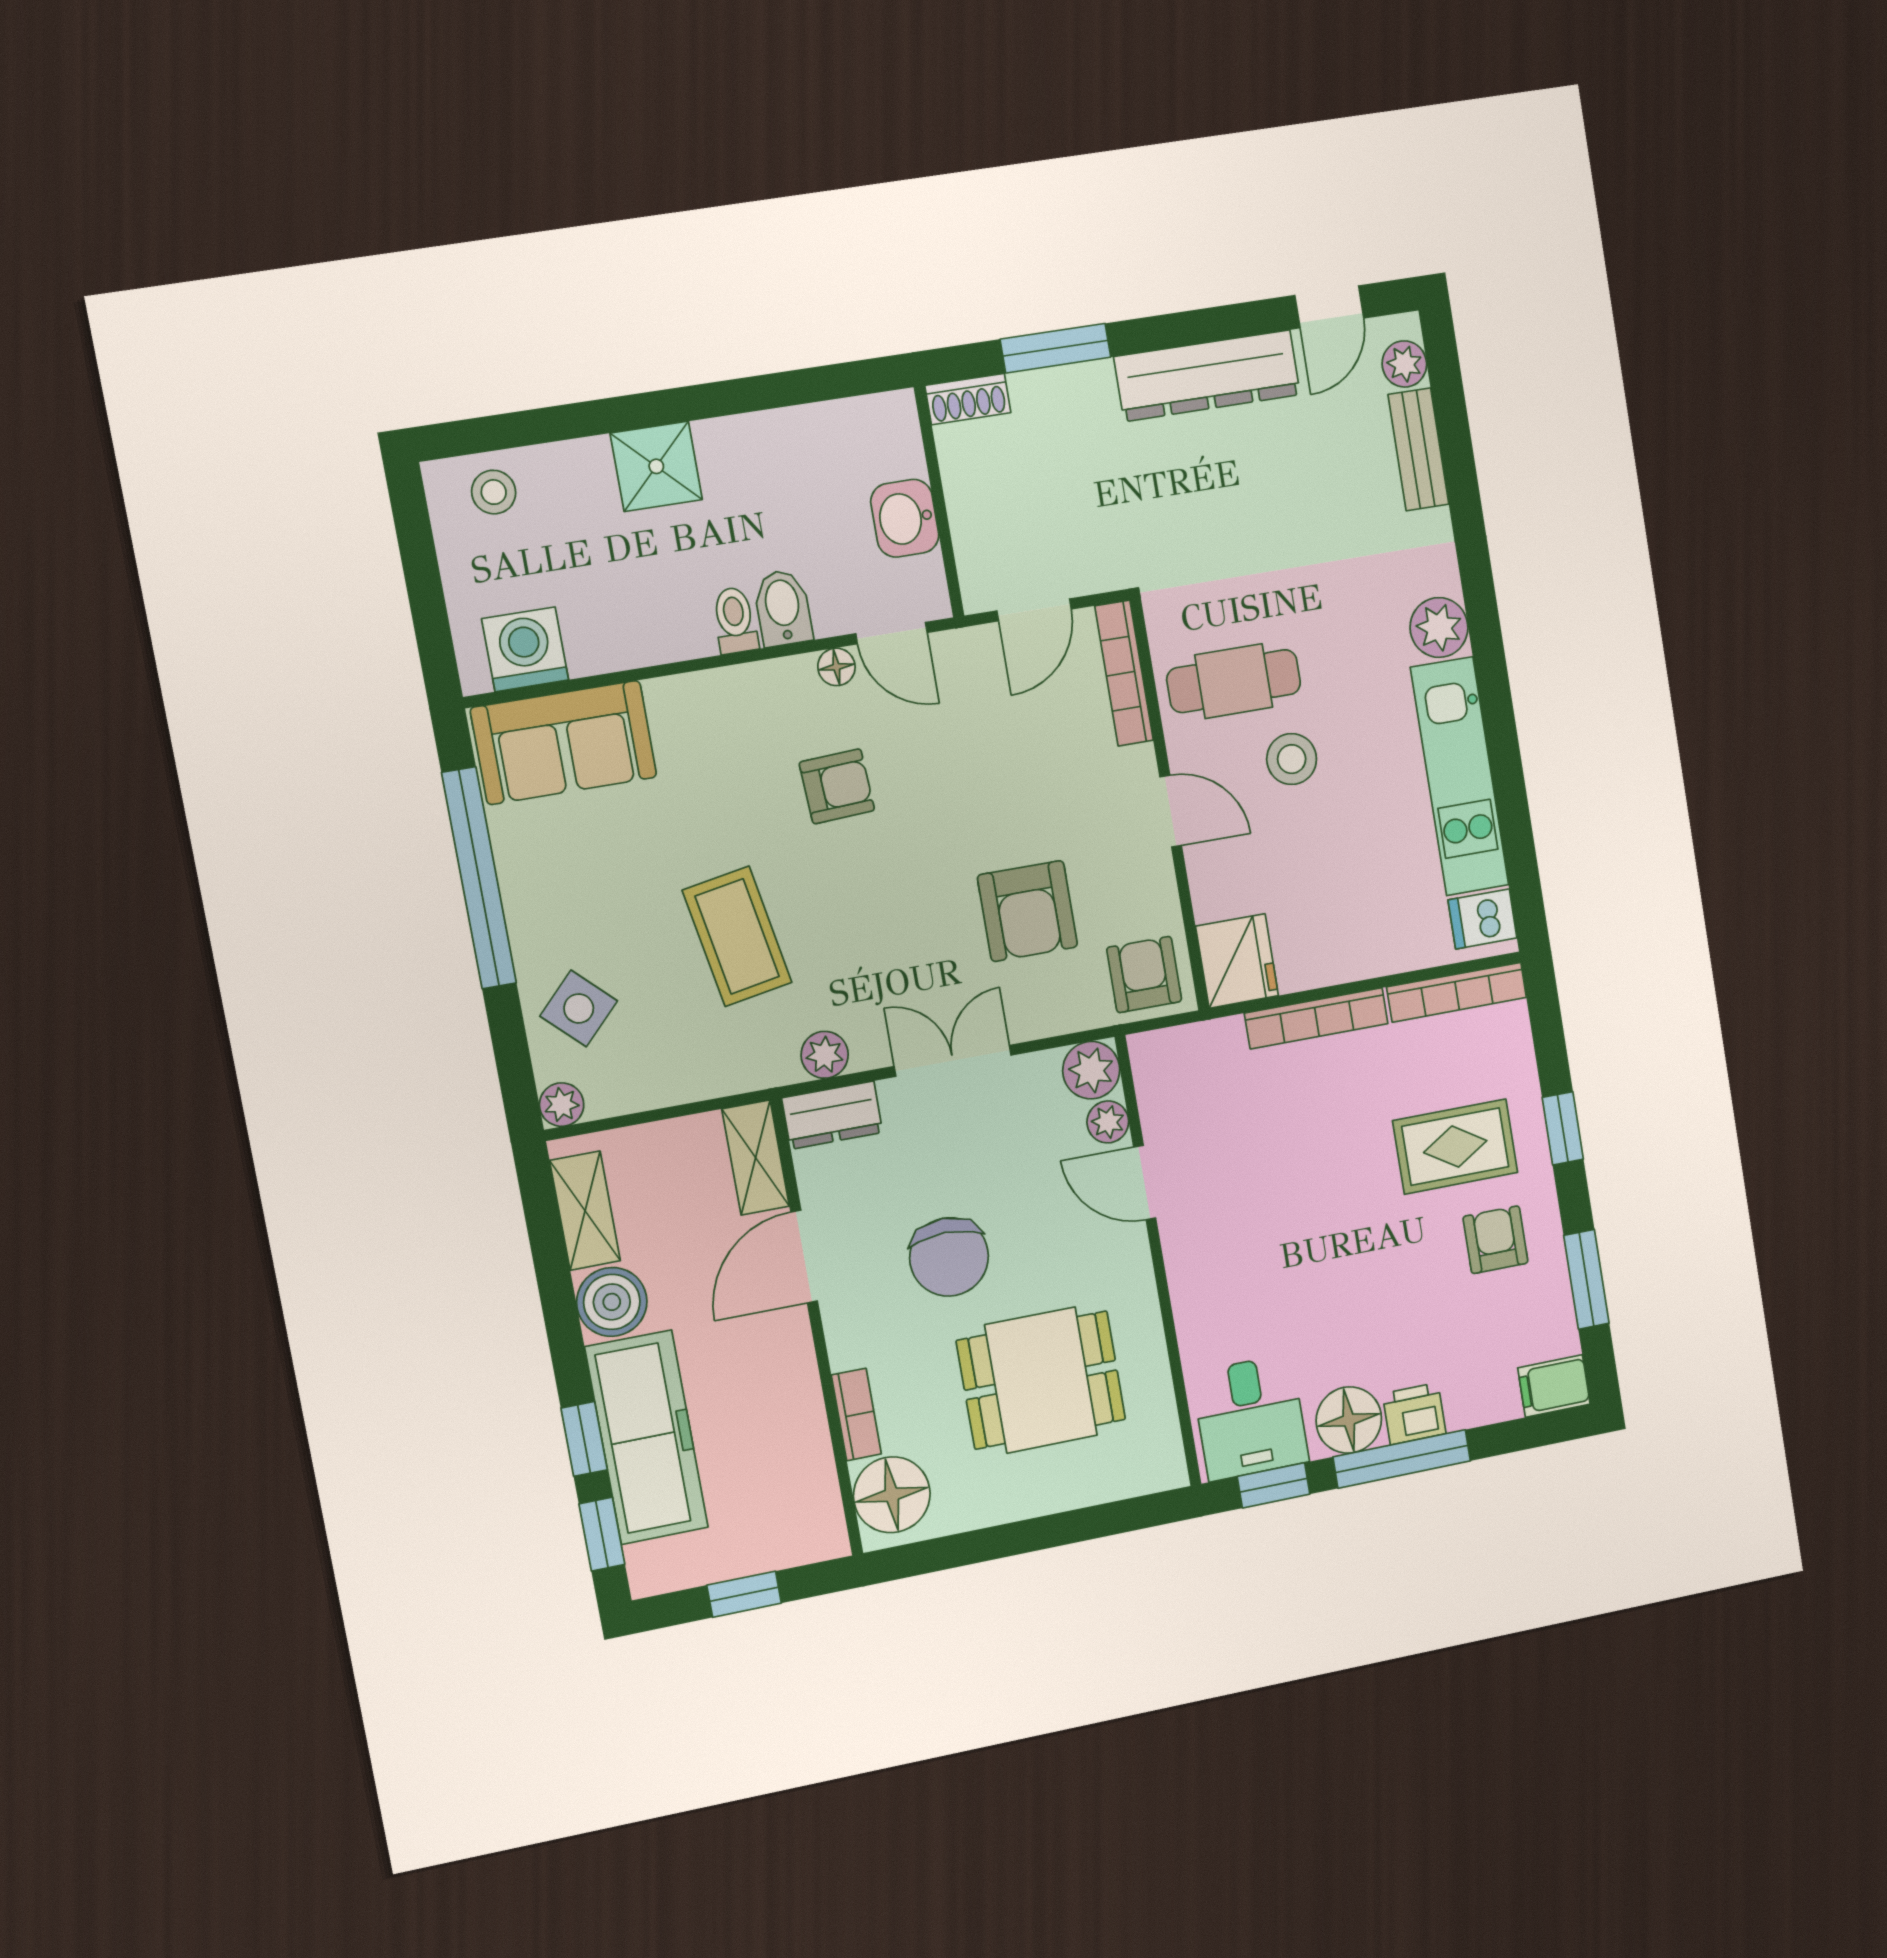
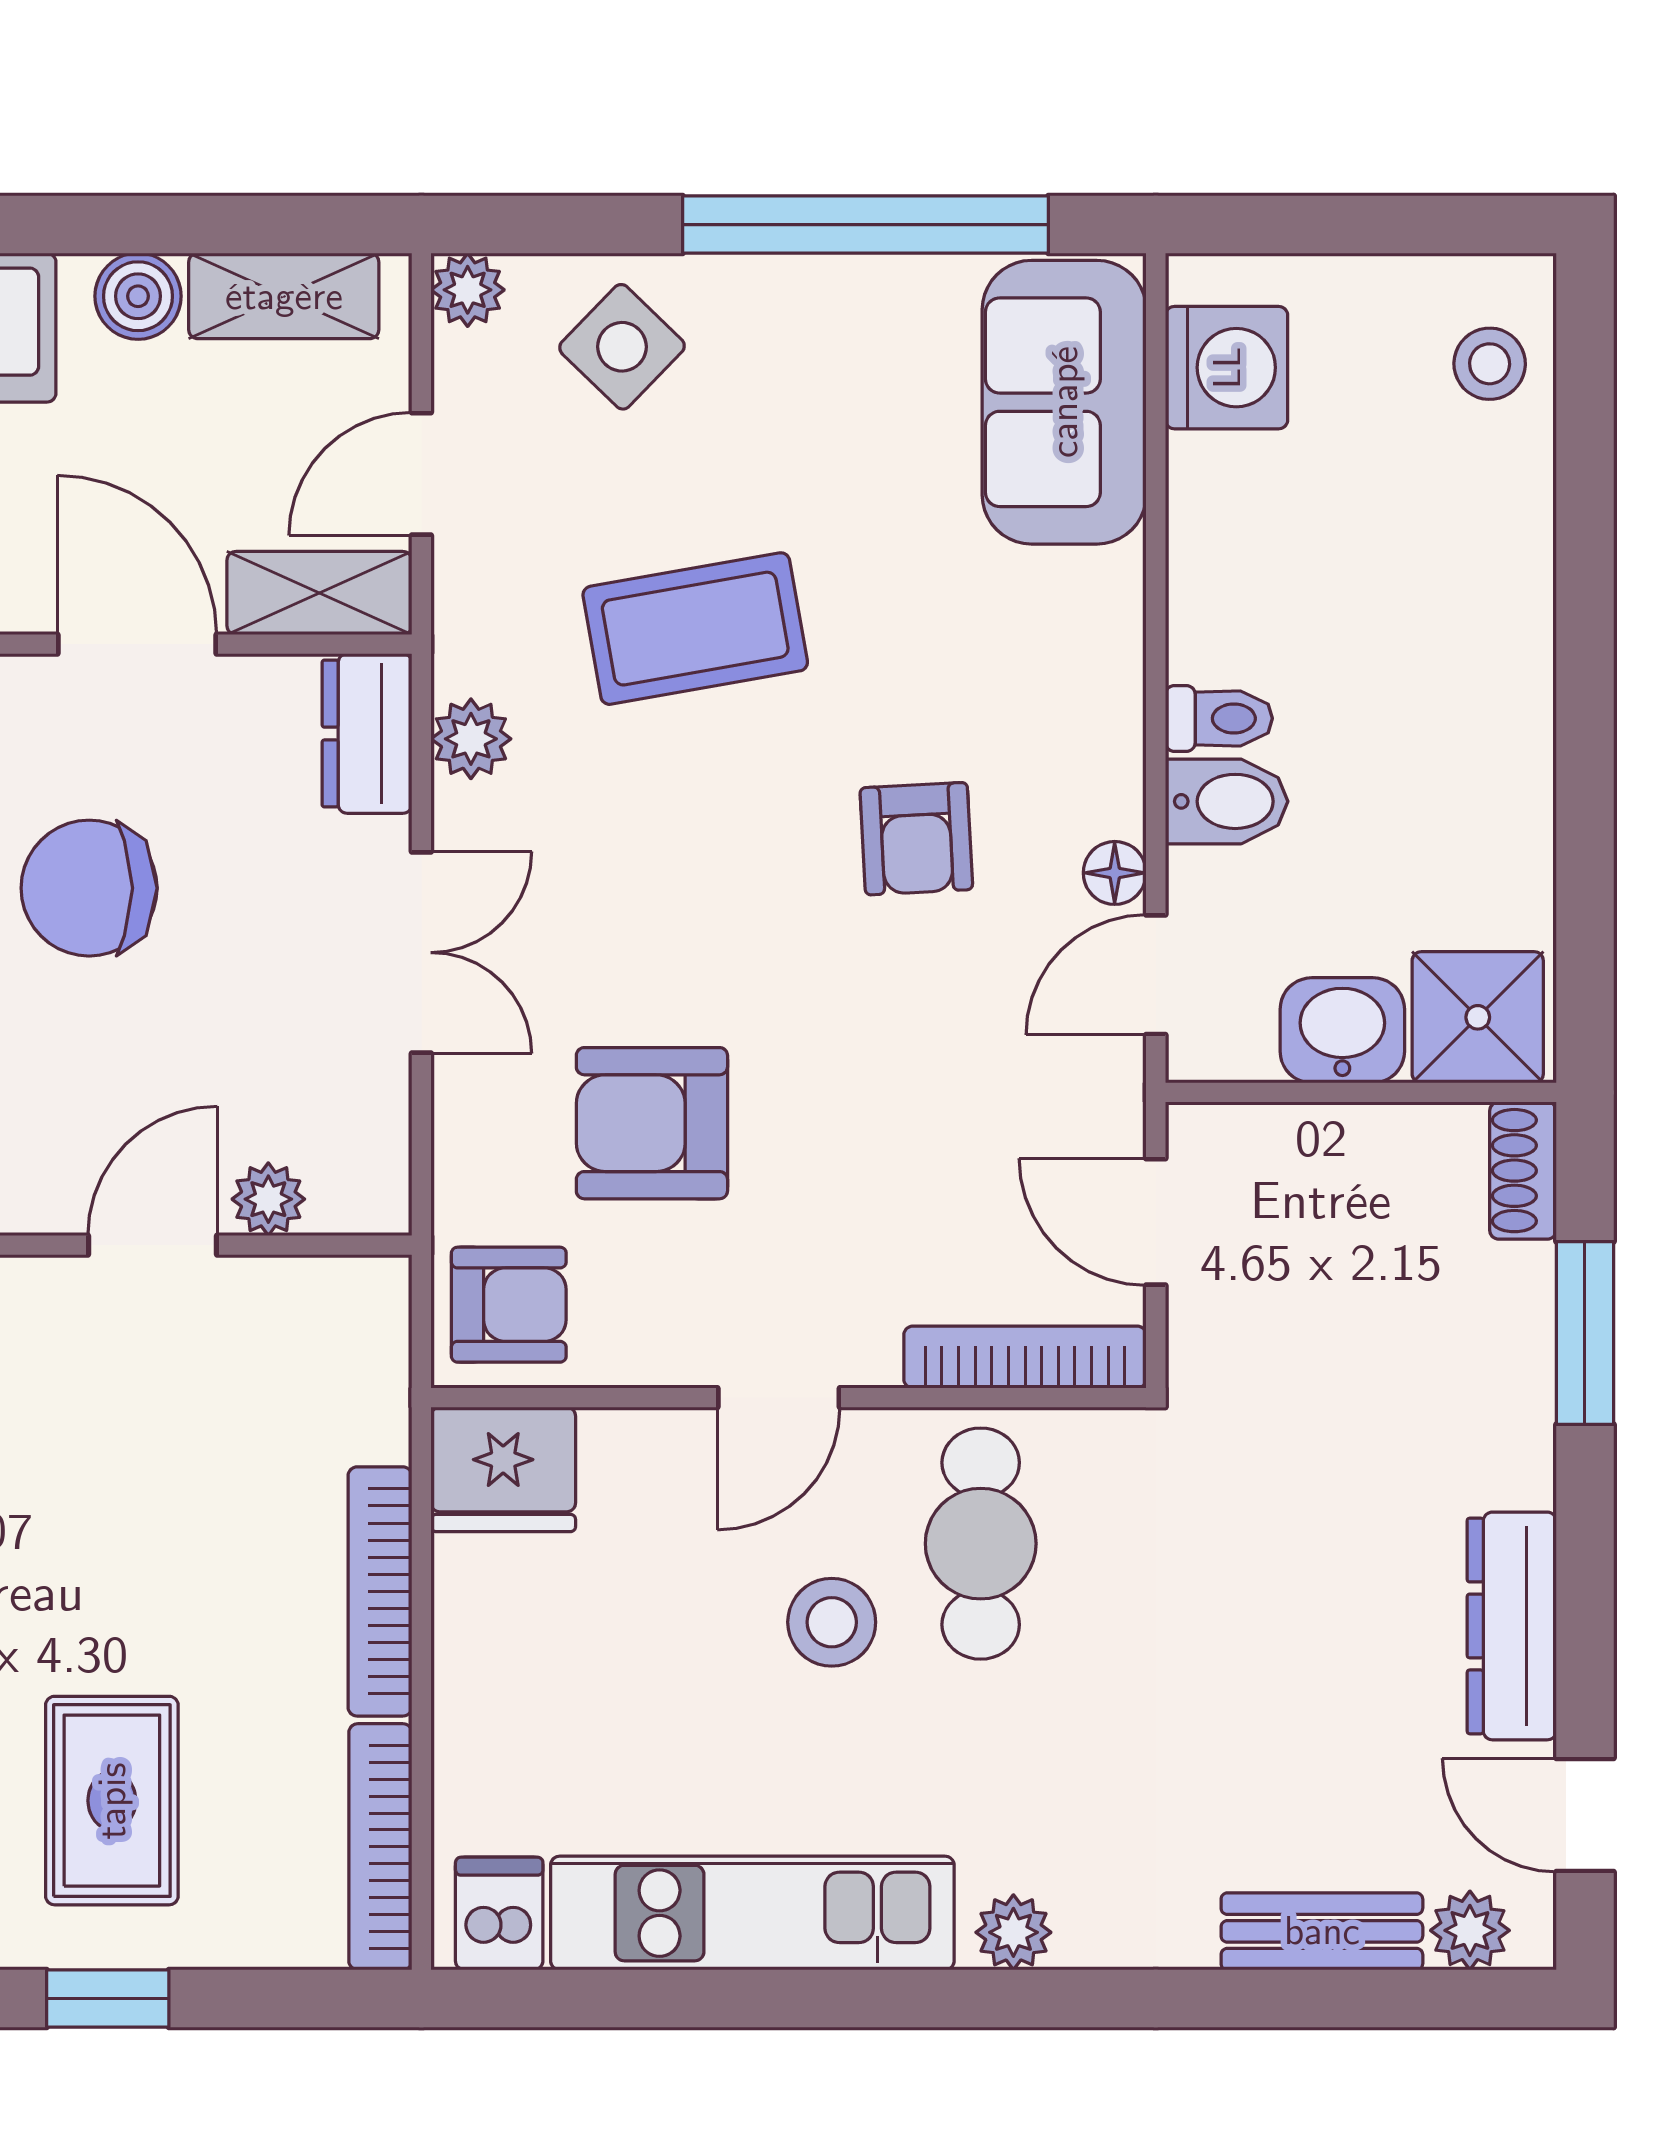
dresser: (1207, 376) -> (1512, 1626), width x0.73, depth x0.80
shower: (656, 466) -> (1478, 1017), moved
plant: (1439, 627) -> (1013, 1932), width x0.73, depth x0.73
plant: (1091, 1070) -> (362, 1186), removed
door: (675, 1112) -> (421, 474), added
boiler: (612, 1302) -> (138, 296), width x0.73, depth x0.73

